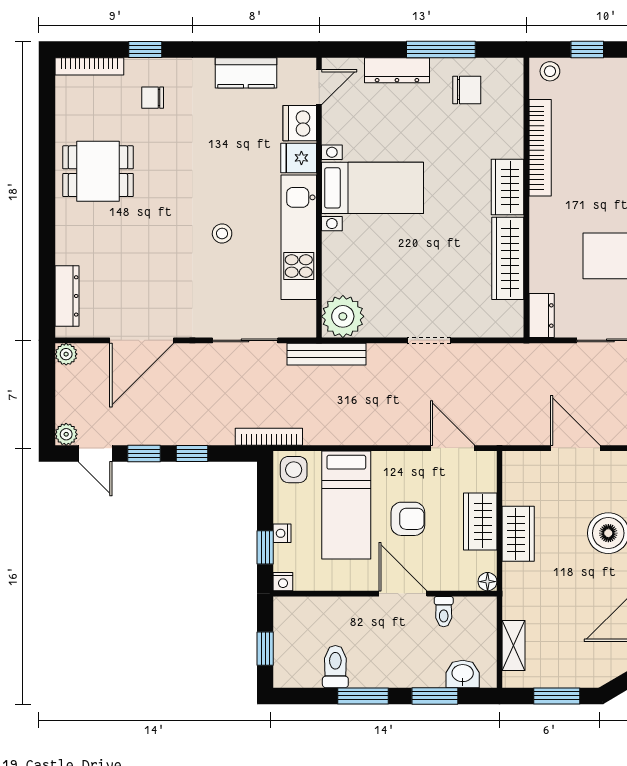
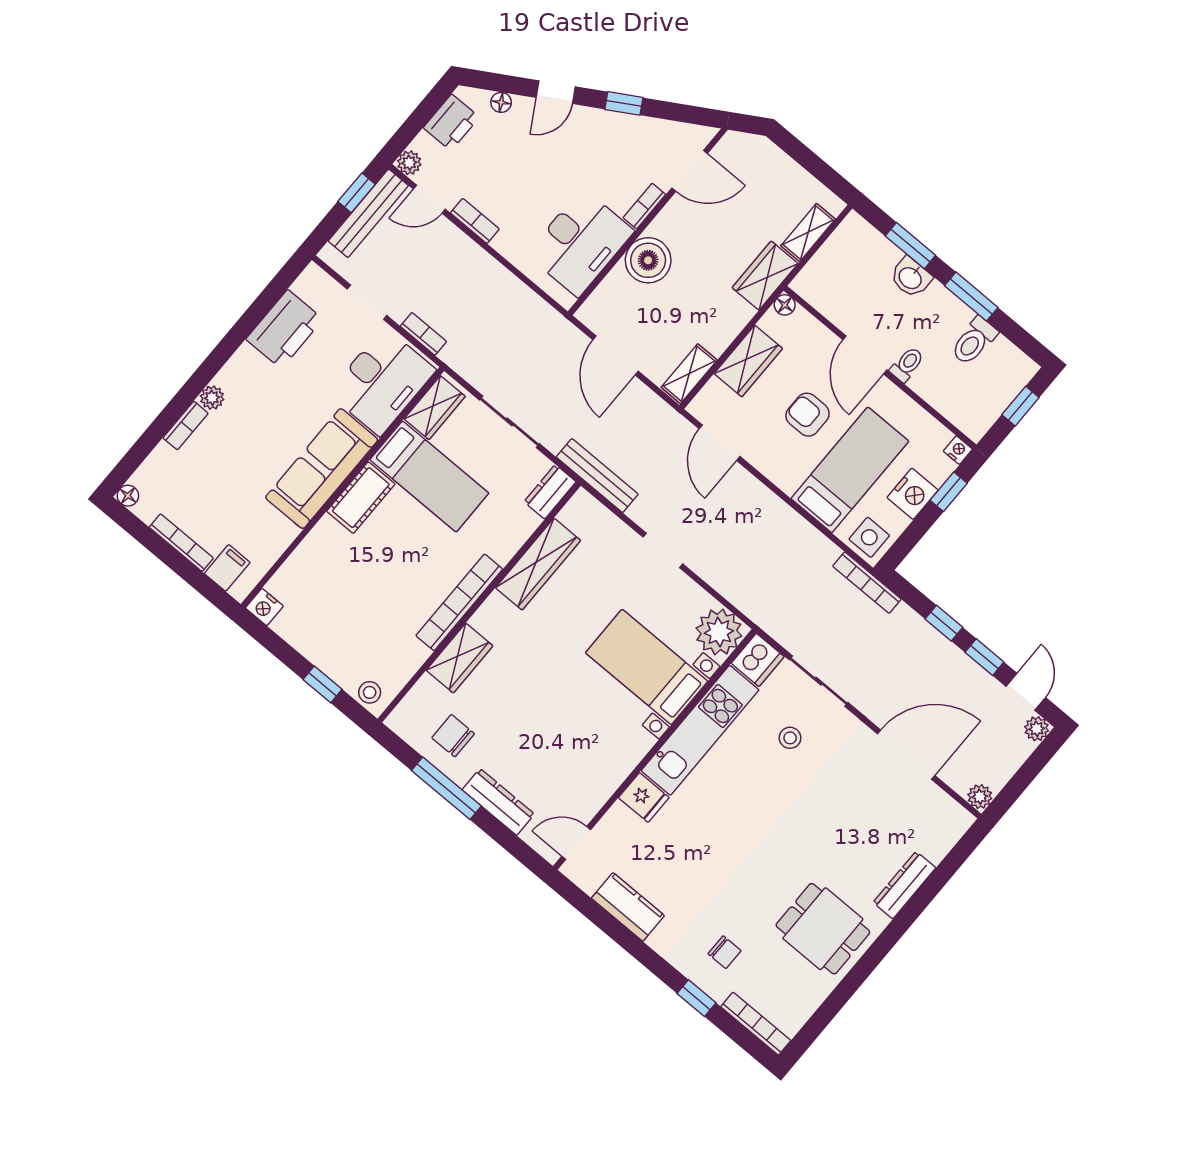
dishwasher: (300, 123) -> (758, 660), moved
bookcase: (540, 148) -> (459, 602), moved
wardrobe: (508, 187) -> (460, 658), moved
bed with nightstands: (373, 188) -> (647, 667), moved
stool: (222, 234) -> (790, 738), moved
dresser: (67, 296) -> (904, 885), moved
bench: (326, 354) -> (597, 476), moved
shelving: (514, 478) -> (689, 374), added
nightstand: (282, 533) -> (913, 494), width x1.89, depth x1.79
wardrobe: (518, 534) -> (765, 276), moved
toilet: (444, 612) -> (907, 364), moved
washbasin: (463, 674) -> (911, 277), moved
window: (557, 696) -> (807, 159), removed

